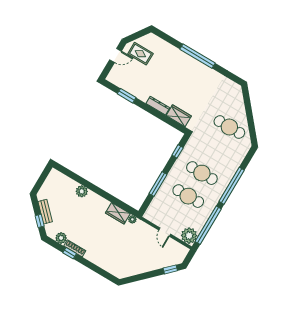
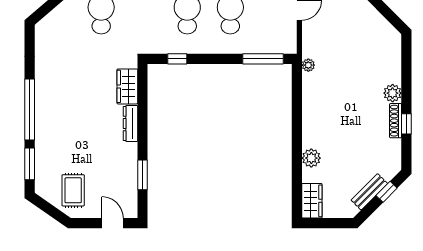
window: (168, 39) -> (30, 164), added
door: (116, 55) -> (113, 223), moved
window: (158, 184) -> (263, 59), moved
wardrobe: (118, 213) -> (312, 201), moved
plant: (61, 238) -> (393, 93), moved

